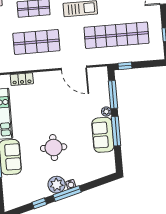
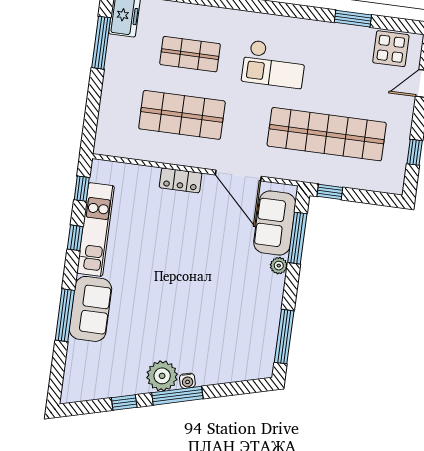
locker: (22, 79) -> (181, 180), moved
window: (116, 131) -> (284, 337), moved
sofa: (103, 135) -> (275, 223), moved
round table: (54, 148) -> (171, 309), removed

